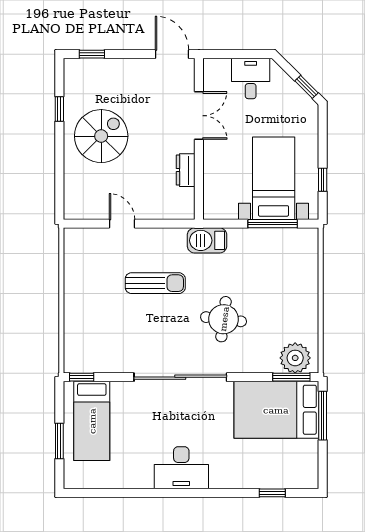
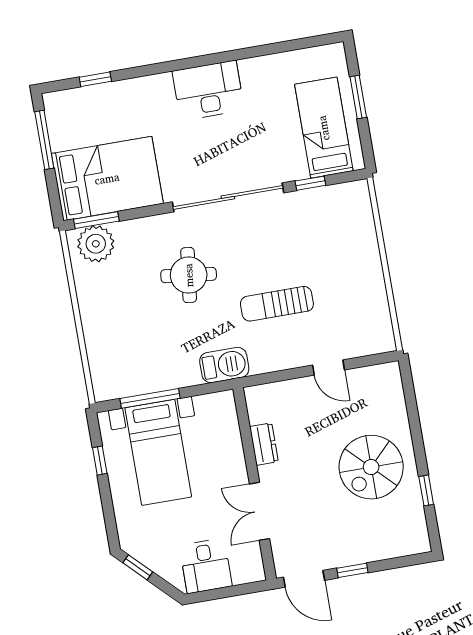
window: (92, 54) -> (352, 570), moved
window: (82, 377) -> (310, 183), moved
window: (323, 416) -> (44, 140), moved

